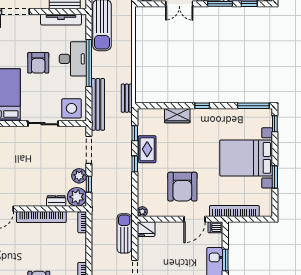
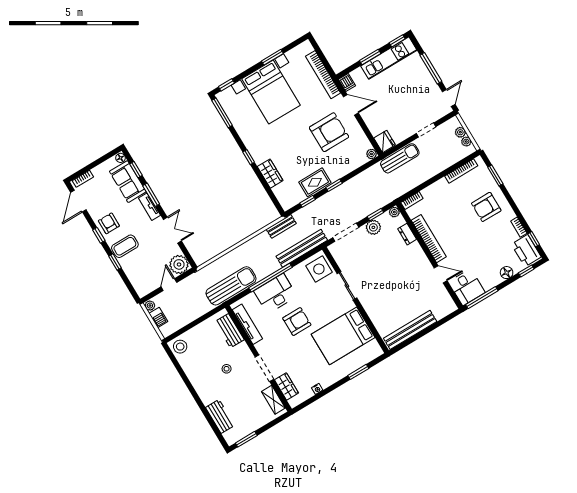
plant: (77, 197) -> (394, 212), width x0.53, depth x0.53
sun lounger: (124, 233) -> (400, 158), turned 180

